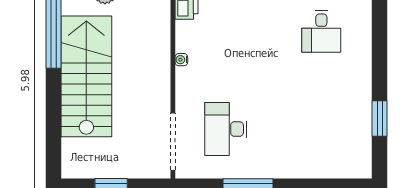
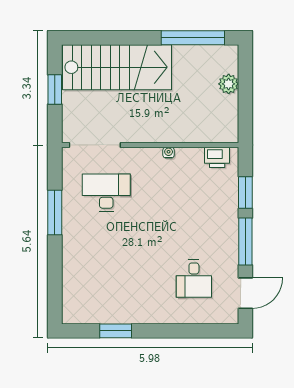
desk: (321, 31) -> (194, 279), turned -90
stairs: (86, 76) -> (117, 67), moved

